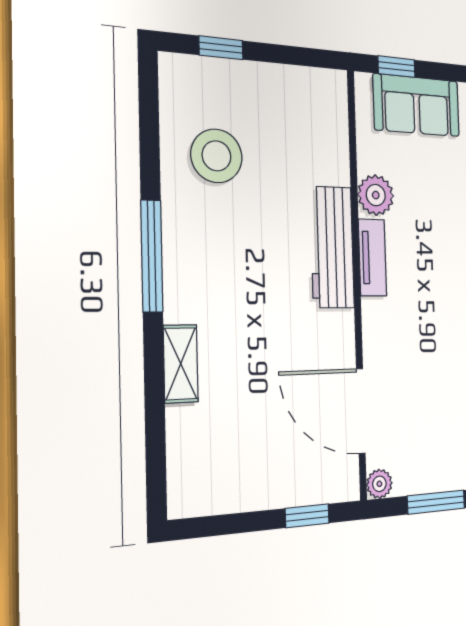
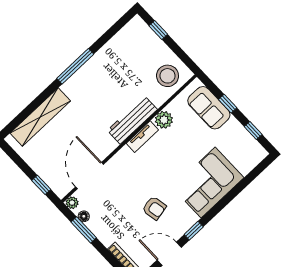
window: (397, 67) -> (228, 104), moved
stool: (217, 156) -> (168, 76), moved
shelving: (181, 364) -> (40, 117), width x2.20, depth x1.33
floor lamp: (416, 482) -> (84, 216), added

